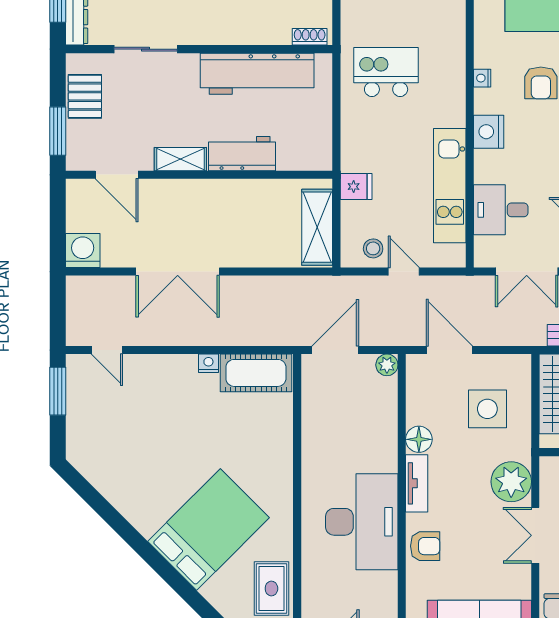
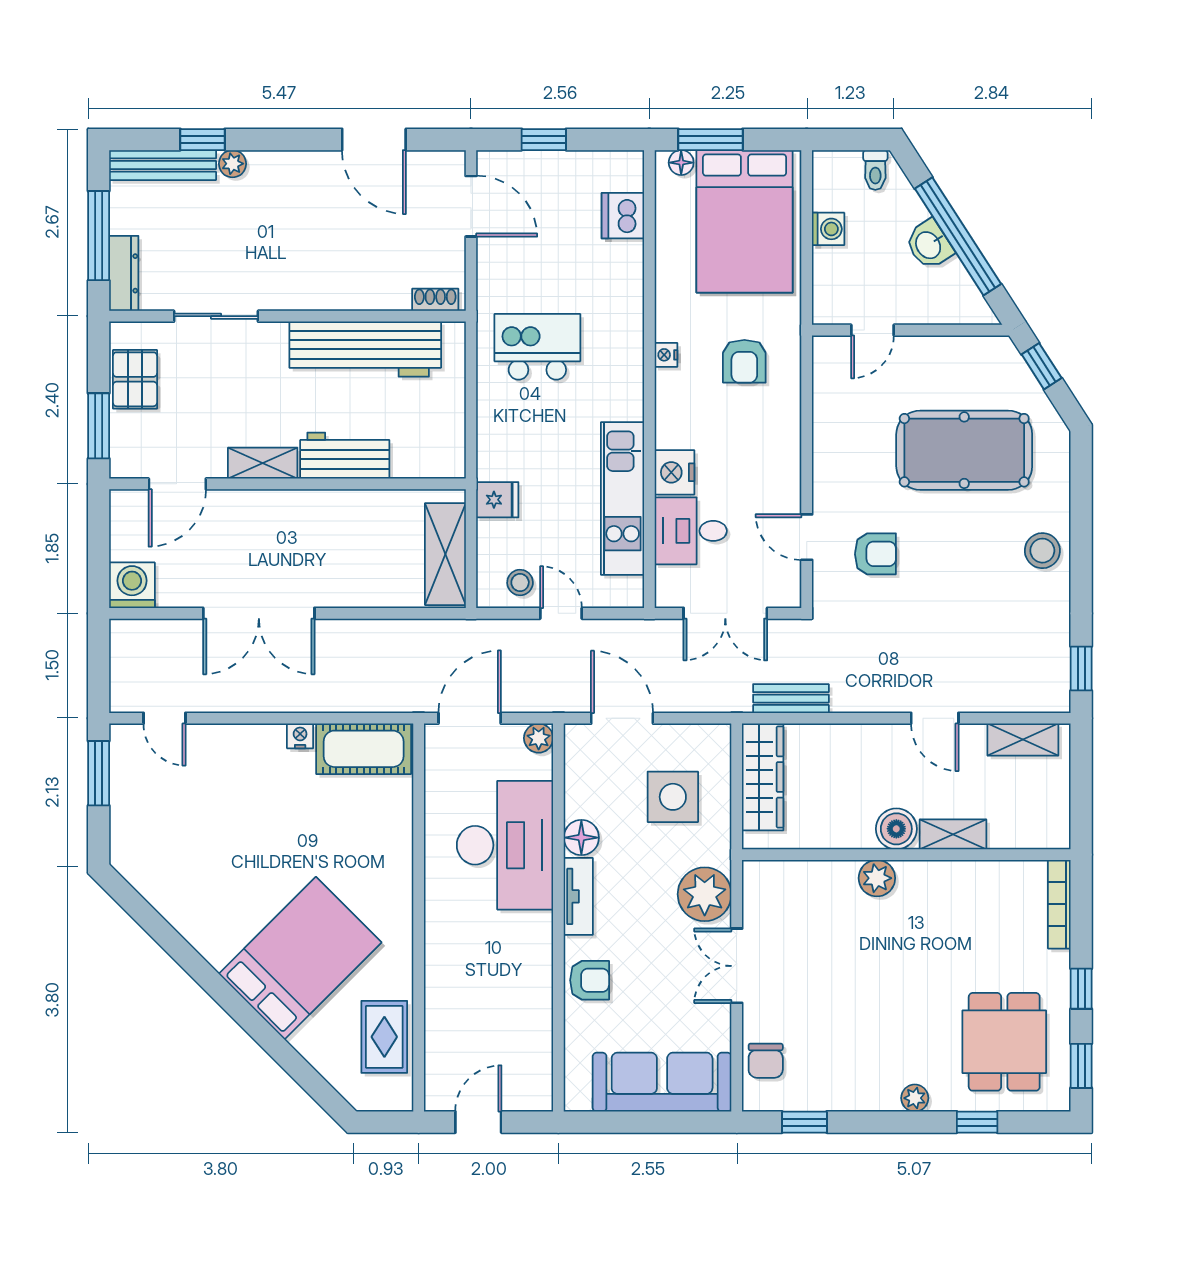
nightstand: (489, 132) -> (674, 472), moved
door: (117, 175) -> (177, 484), hinge flipped
desk: (362, 522) -> (505, 845), moved

